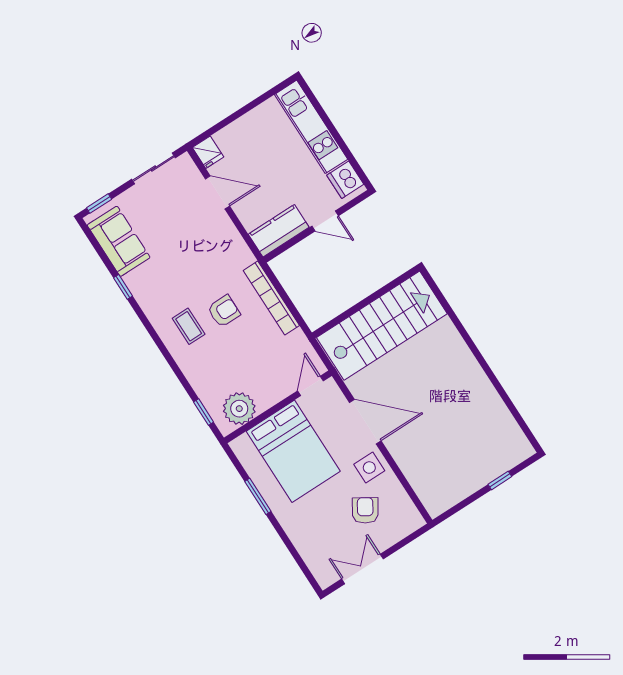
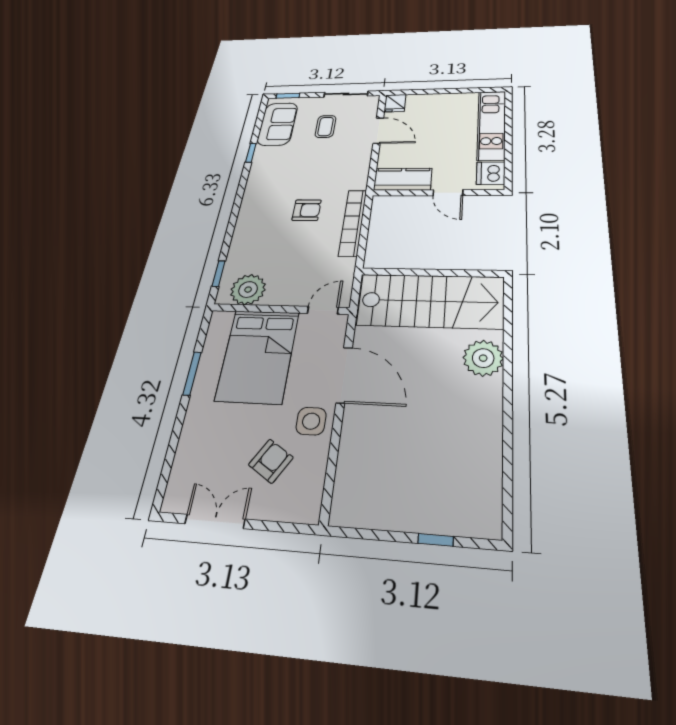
coffee table: (189, 326) -> (326, 126), moved
plant: (448, 345) -> (483, 358), added

